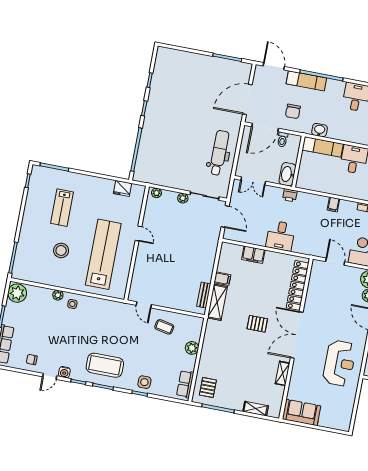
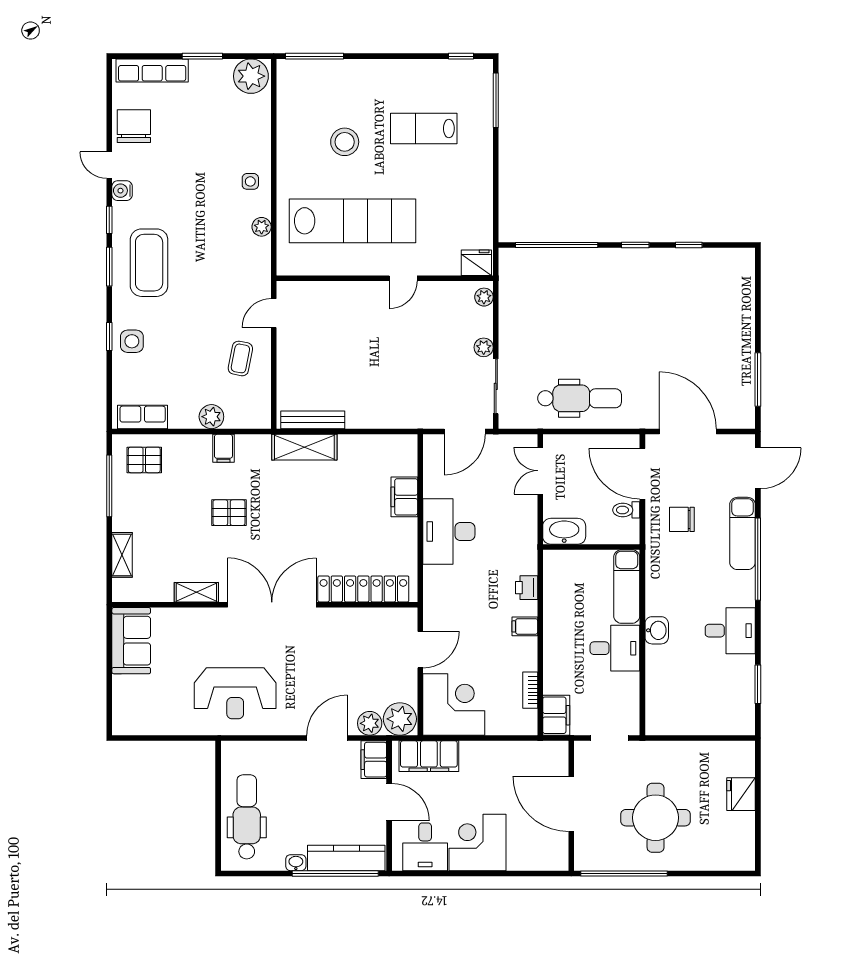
washbasin: (320, 130) -> (657, 630), moved
fridge: (123, 188) -> (476, 263), moved, turned 90
printer: (290, 195) -> (527, 588), moved
desk: (281, 236) -> (449, 531), width x1.37
filing cabinet: (222, 279) -> (223, 448), moved
plant: (58, 295) -> (262, 227), moved
bench: (204, 295) -> (313, 420), width x1.36
pallet: (257, 324) -> (229, 513), moved, turned 90
chair: (32, 360) -> (134, 126), width x1.87, depth x1.87

